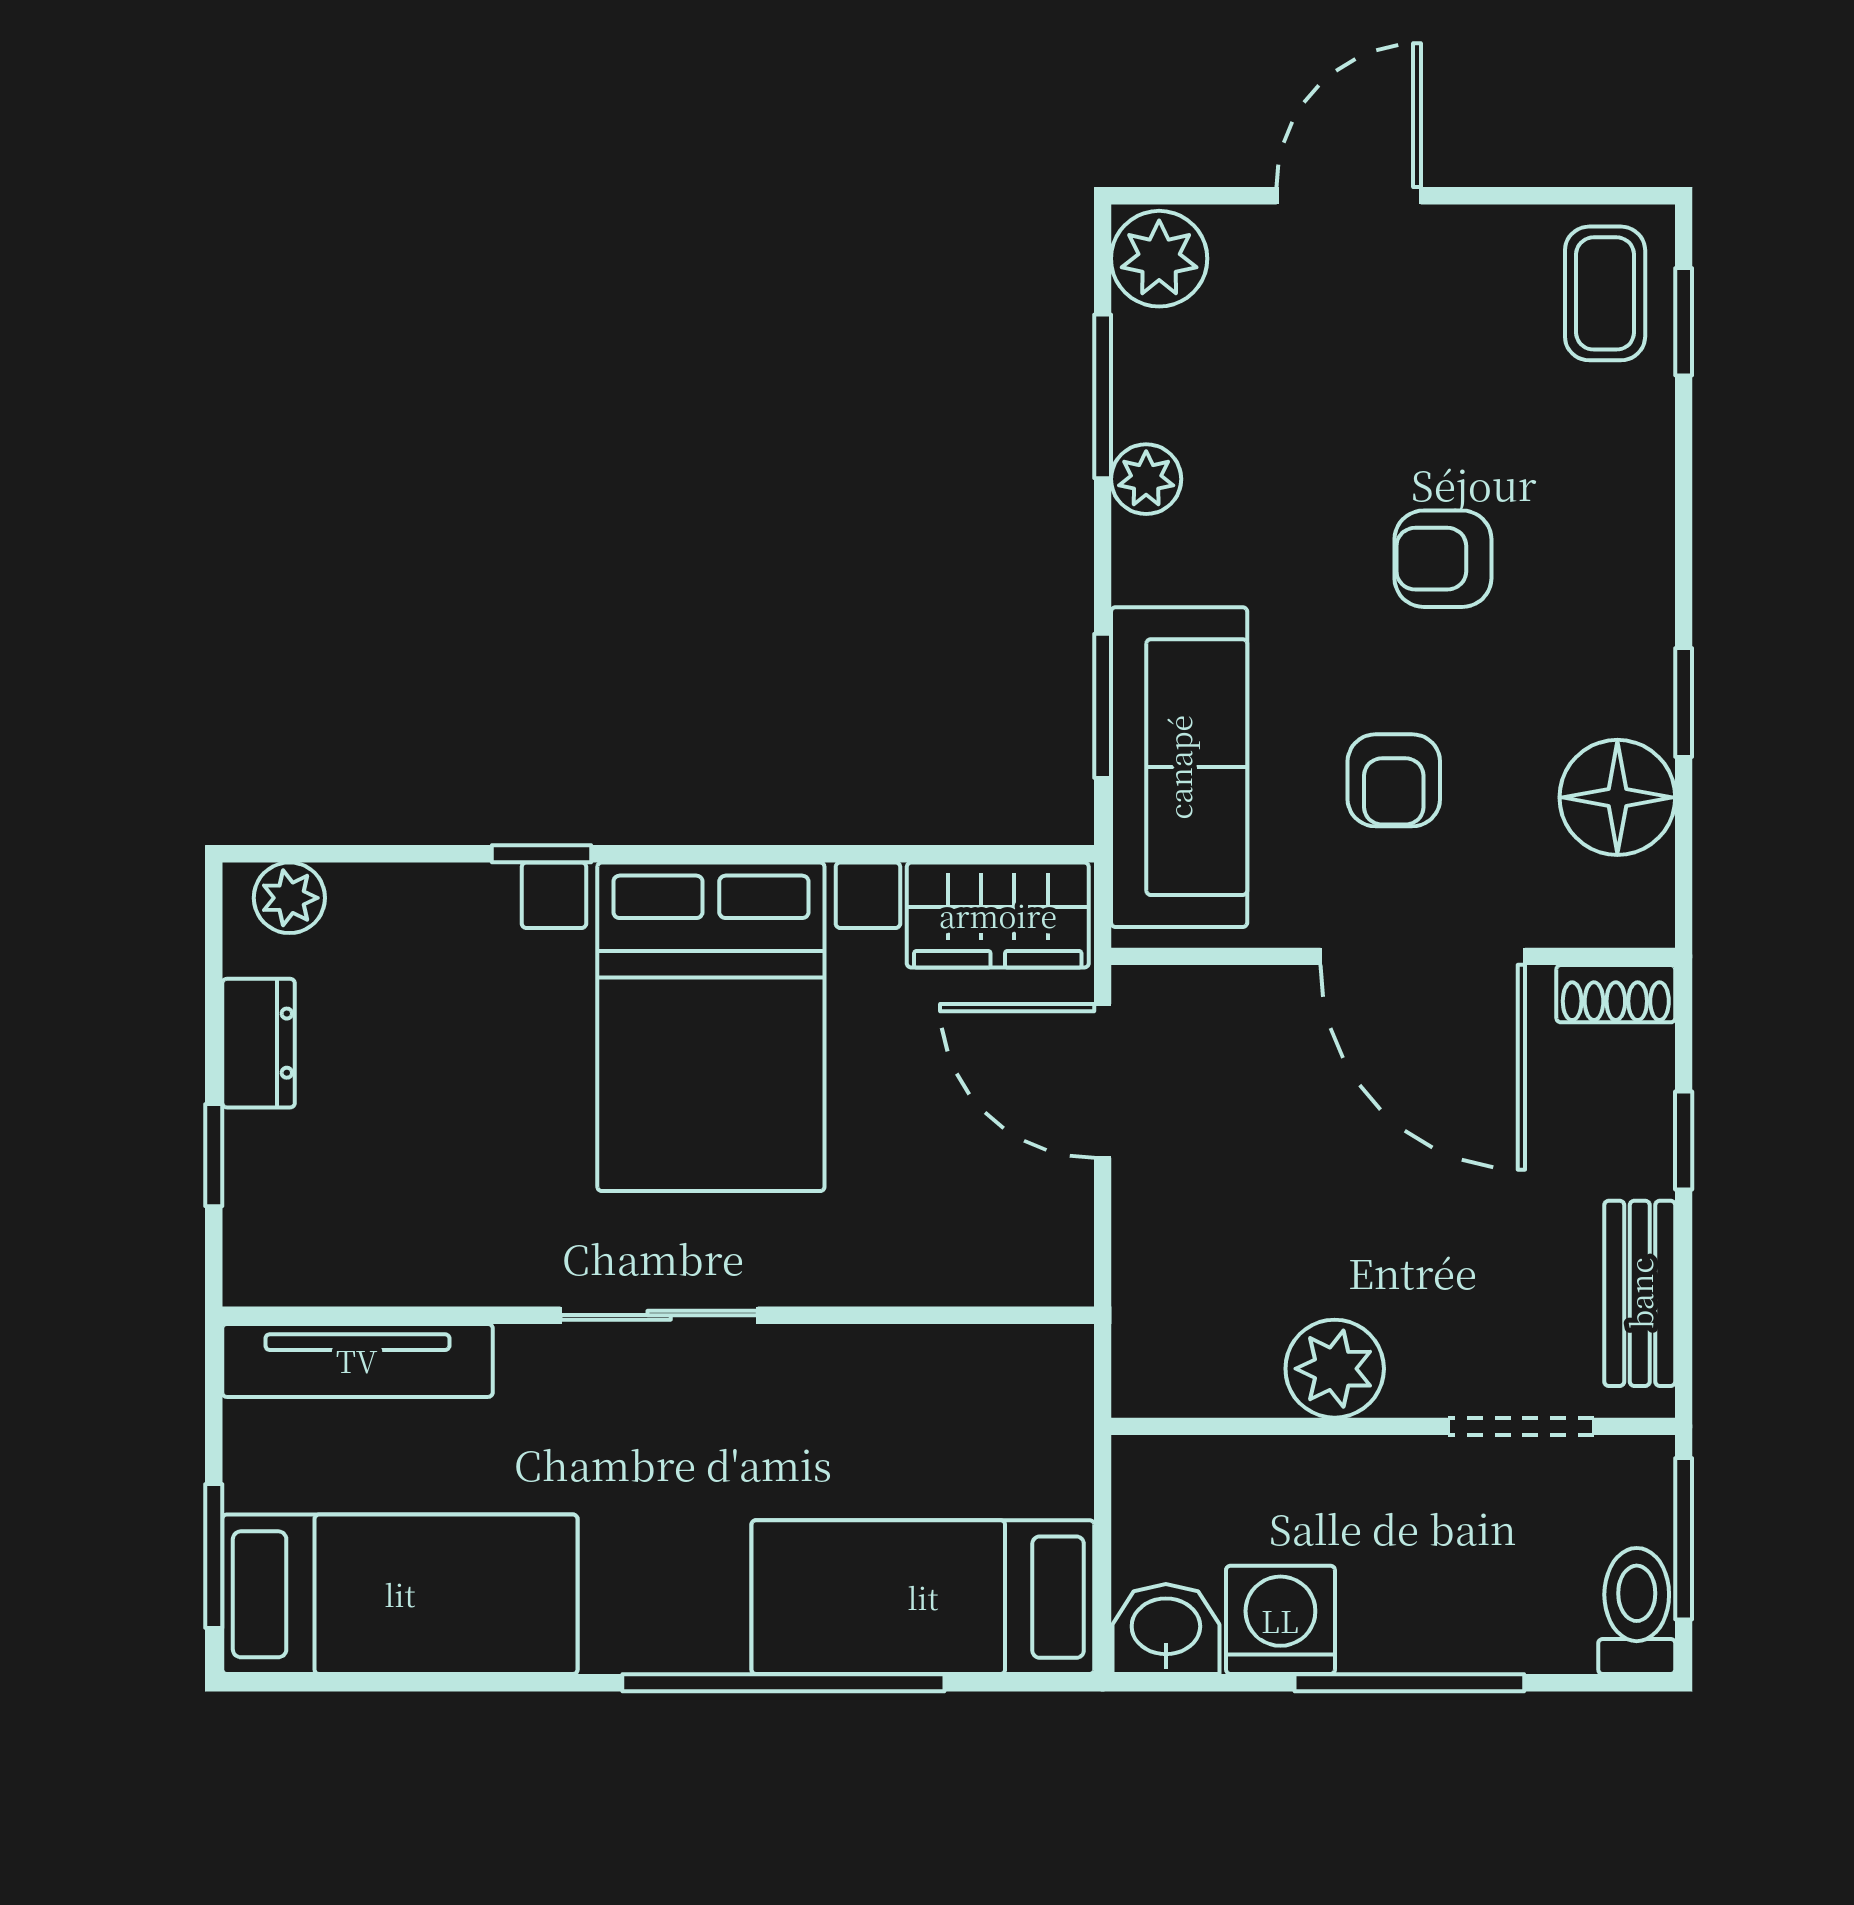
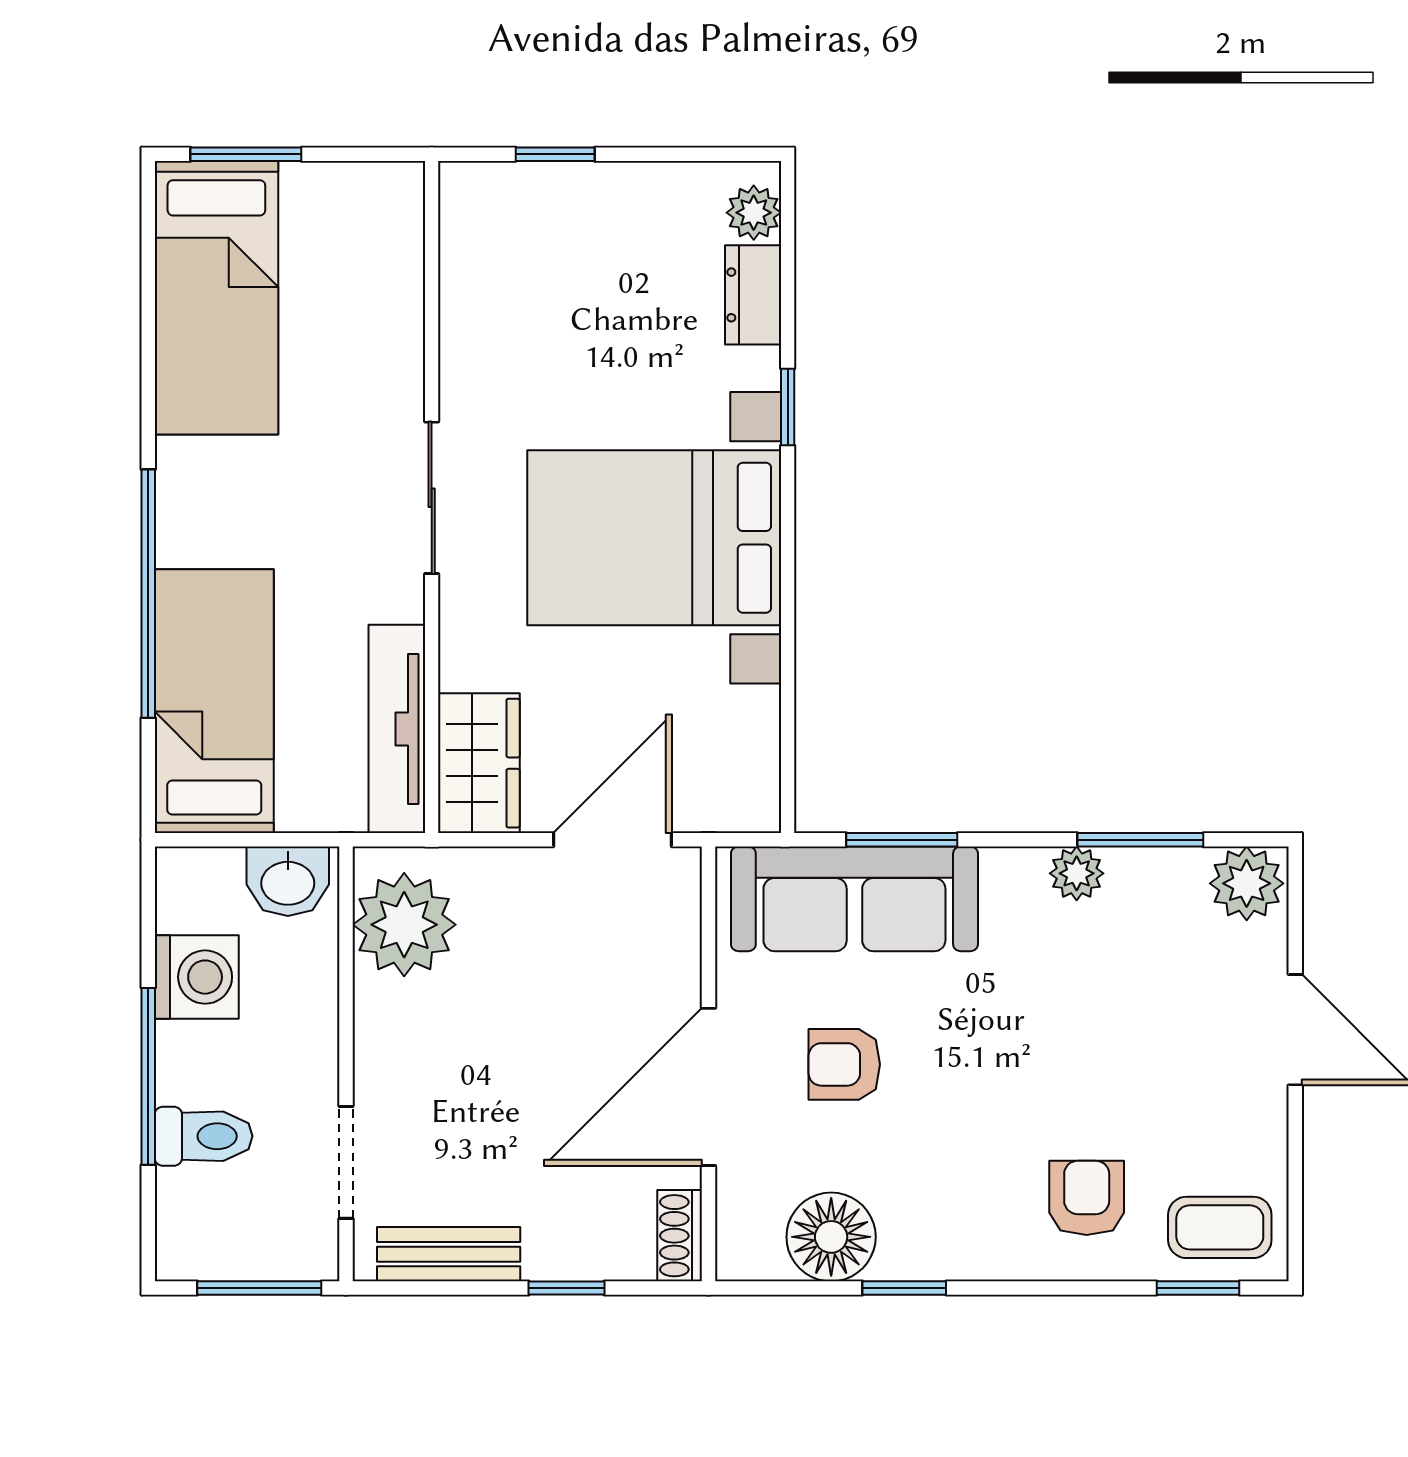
armchair: (1443, 559) -> (1087, 1198), moved
wardrobe: (998, 915) -> (479, 763), moved, turned 180
dresser: (259, 1043) -> (753, 295), moved, turned 90
tv unit: (357, 1360) -> (397, 729), moved
plant: (1335, 1369) -> (404, 925), moved, width x1.36, depth x1.36
toilet: (1637, 1611) -> (204, 1136), moved
washbasin: (1166, 1629) -> (288, 881), moved, turned 90

